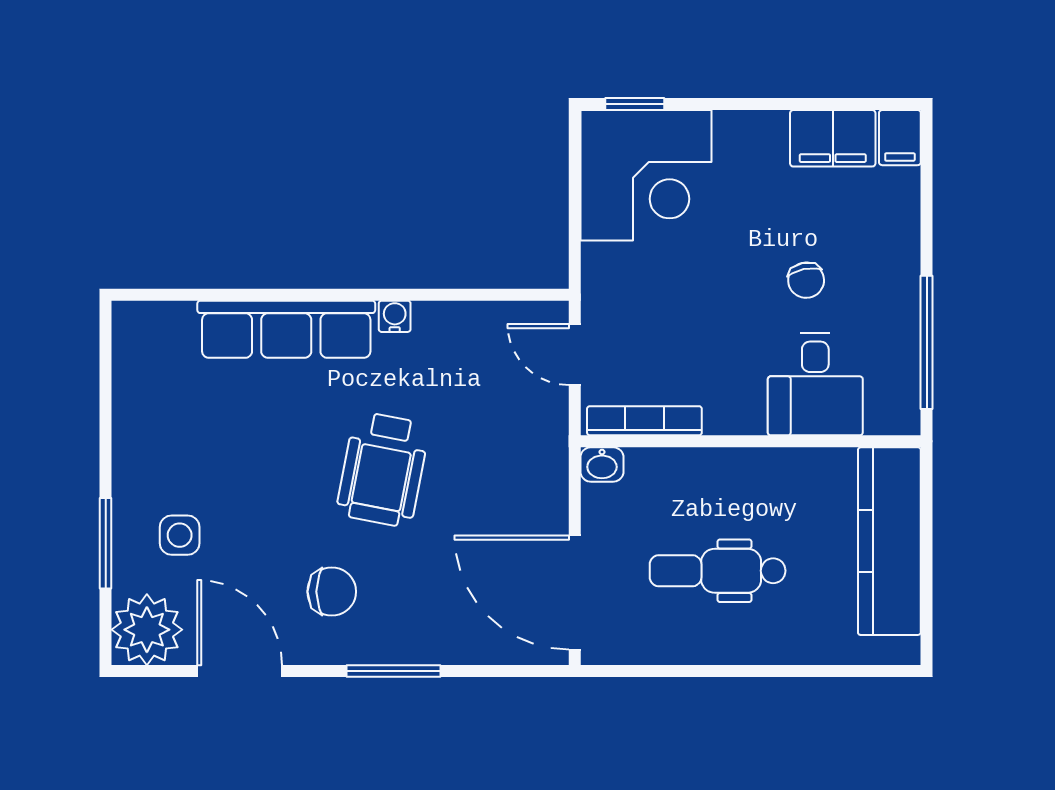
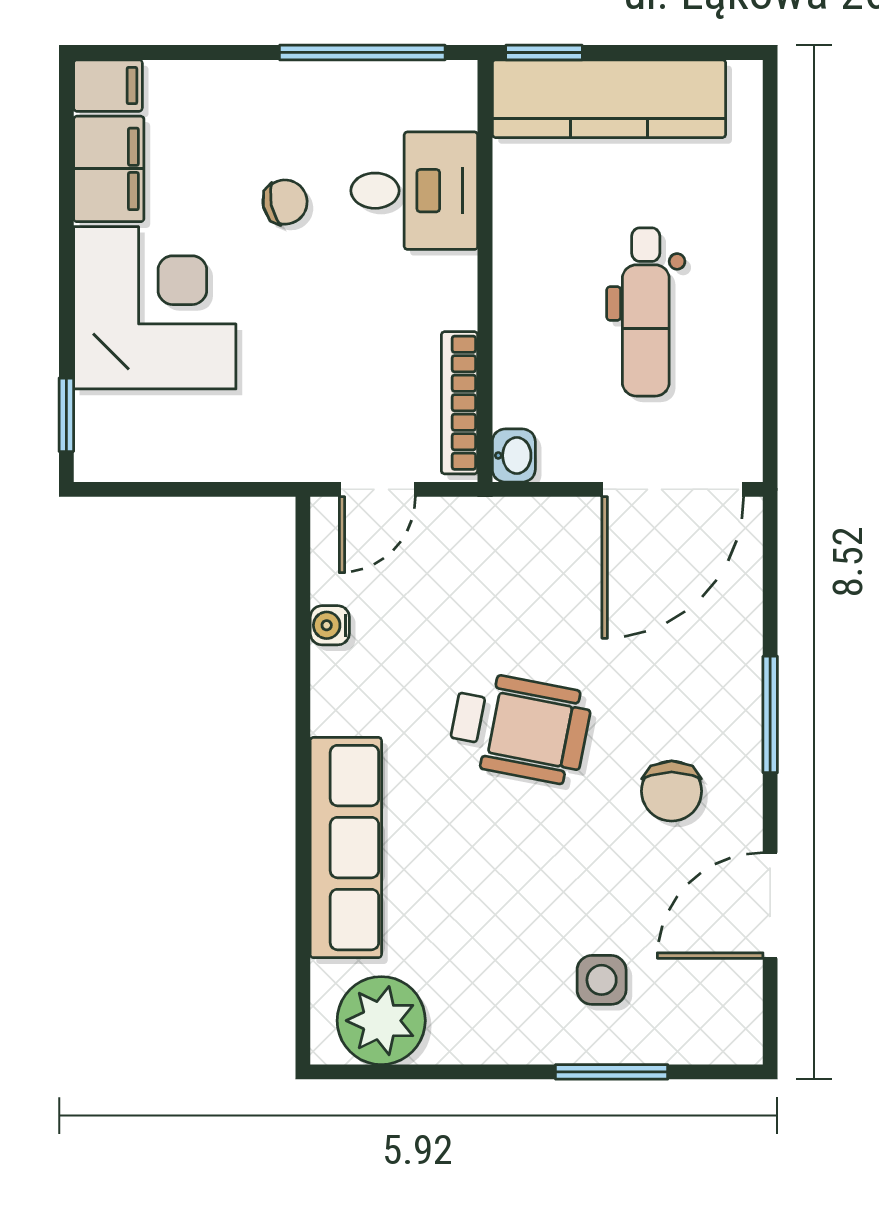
corner desk: (646, 175) -> (155, 308), moved
water cooler: (395, 316) -> (330, 625), moved
window: (927, 489) -> (544, 52), added
chair: (332, 592) -> (672, 791), turned 180
plant: (147, 630) -> (381, 1021), moved

